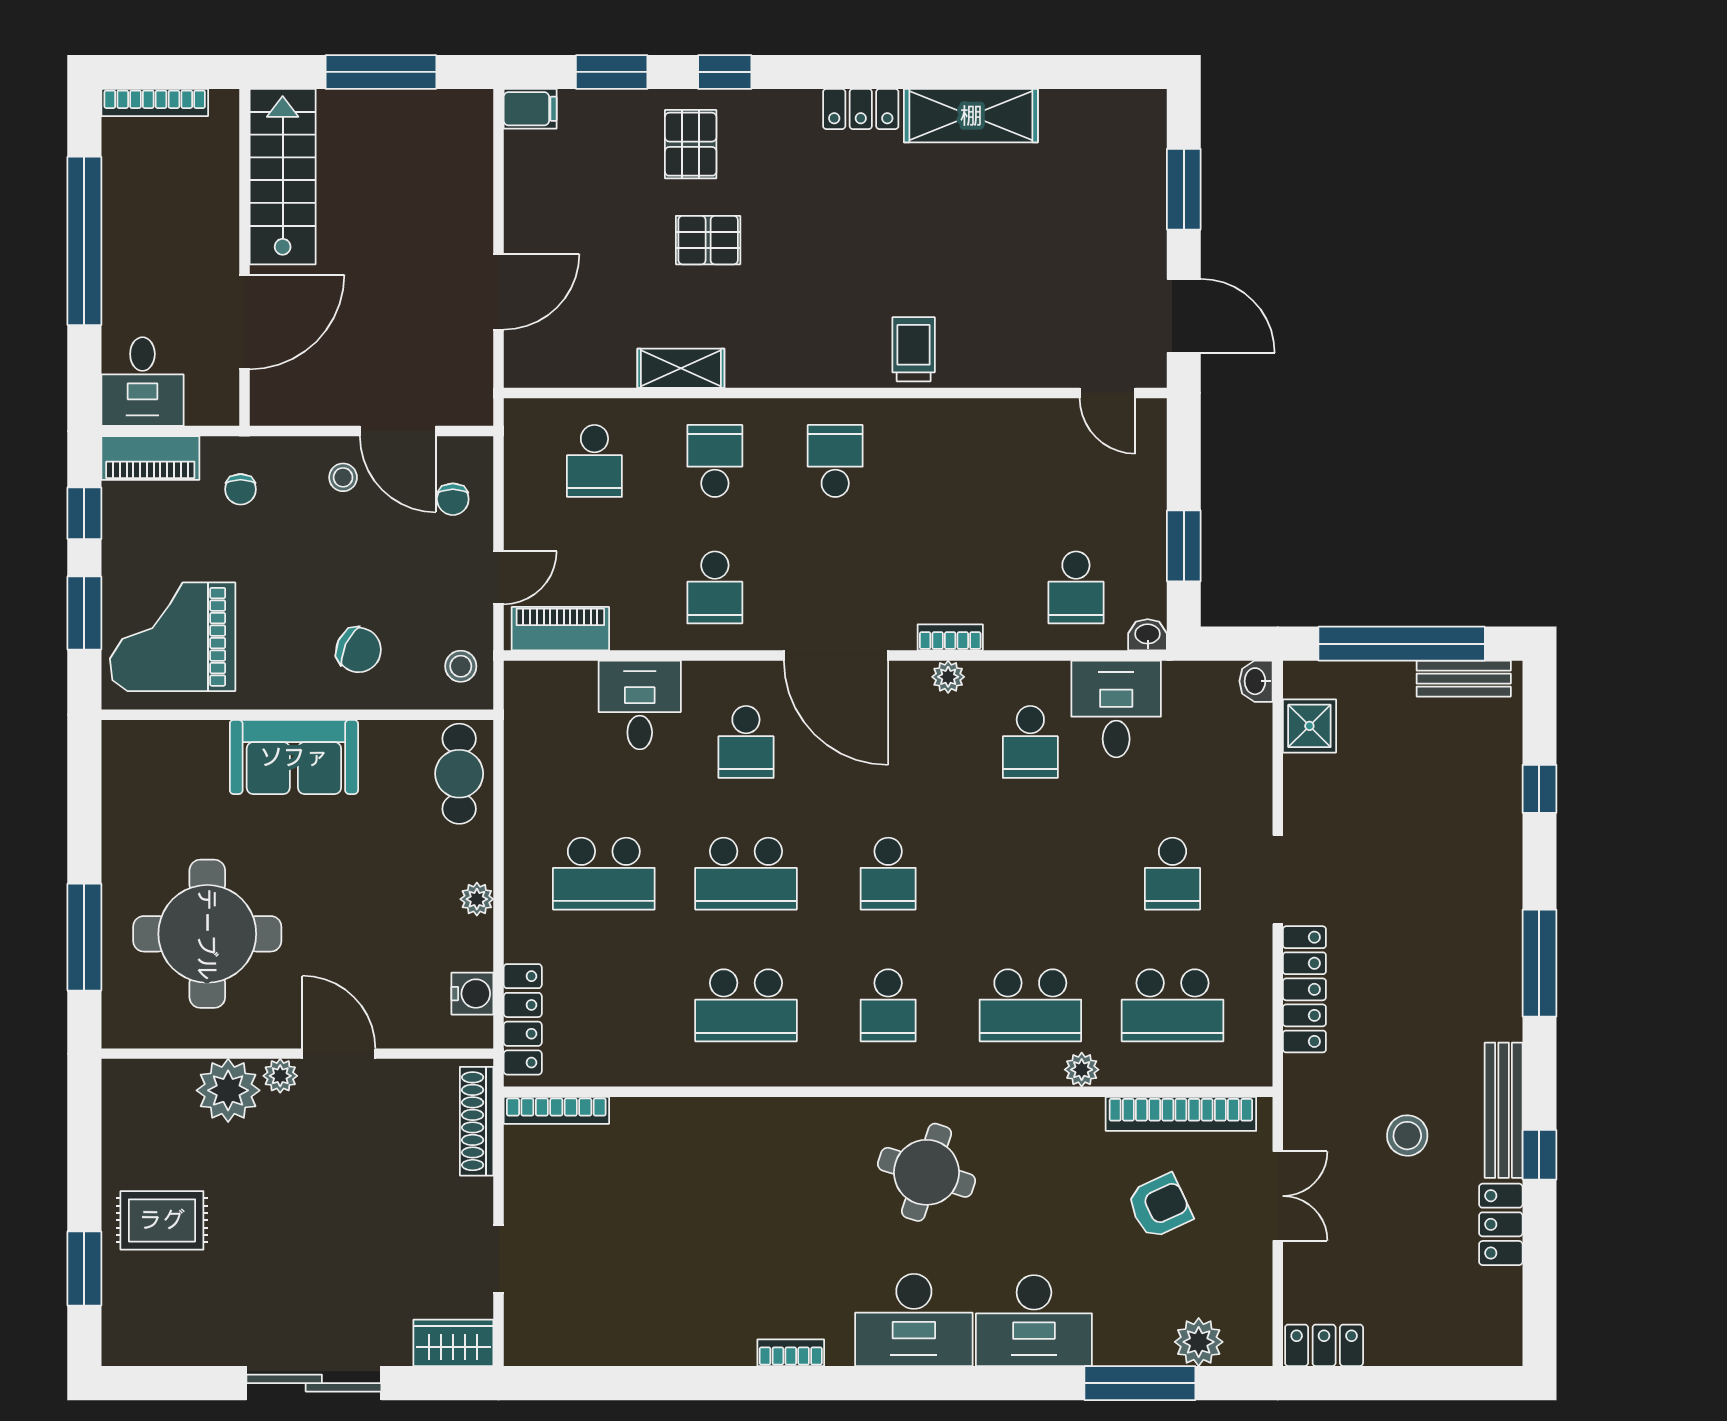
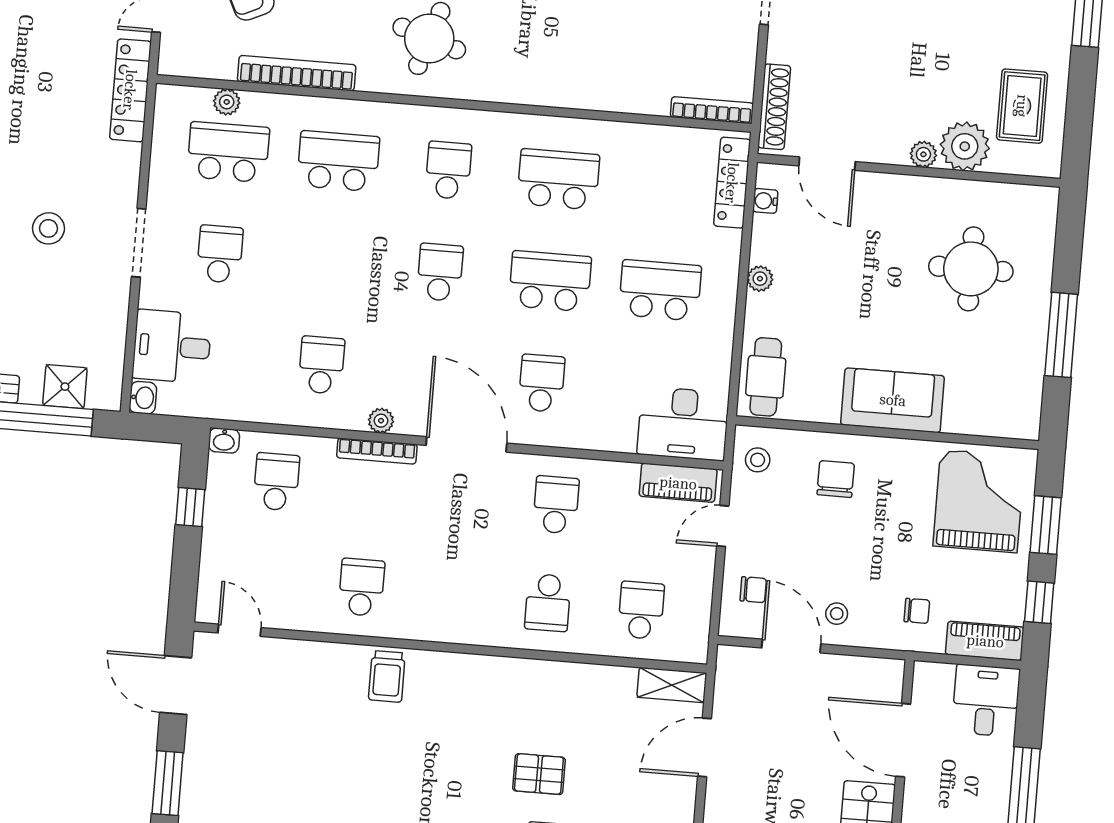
door: (244, 322) -> (903, 740), hinge flipped
shelving: (681, 368) -> (672, 685), moved
school desk: (835, 461) -> (361, 587), moved, turned 180
chair: (241, 489) -> (917, 611), turned 90
chair: (453, 499) -> (753, 590), turned 90
window: (1184, 546) -> (190, 507), width x0.67
grand piano: (173, 637) -> (979, 501), turned -90
bookcase: (950, 637) -> (377, 451), width x1.56
chair: (359, 650) -> (836, 479), turned 65
desk: (640, 705) -> (683, 424), moved, width x1.37
desk: (1116, 709) -> (172, 346), moved, turned 90
shower: (1309, 726) -> (65, 387), moved
round table: (207, 934) -> (971, 269), width x0.73, depth x0.73
window: (84, 937) -> (1061, 335), moved
locker: (1304, 989) -> (130, 90), moved
water cooler: (472, 994) -> (765, 201), width x0.72, depth x0.72
door: (339, 1054) -> (827, 164), moved
plant: (1082, 1070) -> (227, 102), moved
bookcase: (1181, 1114) -> (297, 73), moved
stool: (1407, 1136) -> (49, 228), moved
rug: (162, 1220) -> (1022, 106), moved, turned 90

